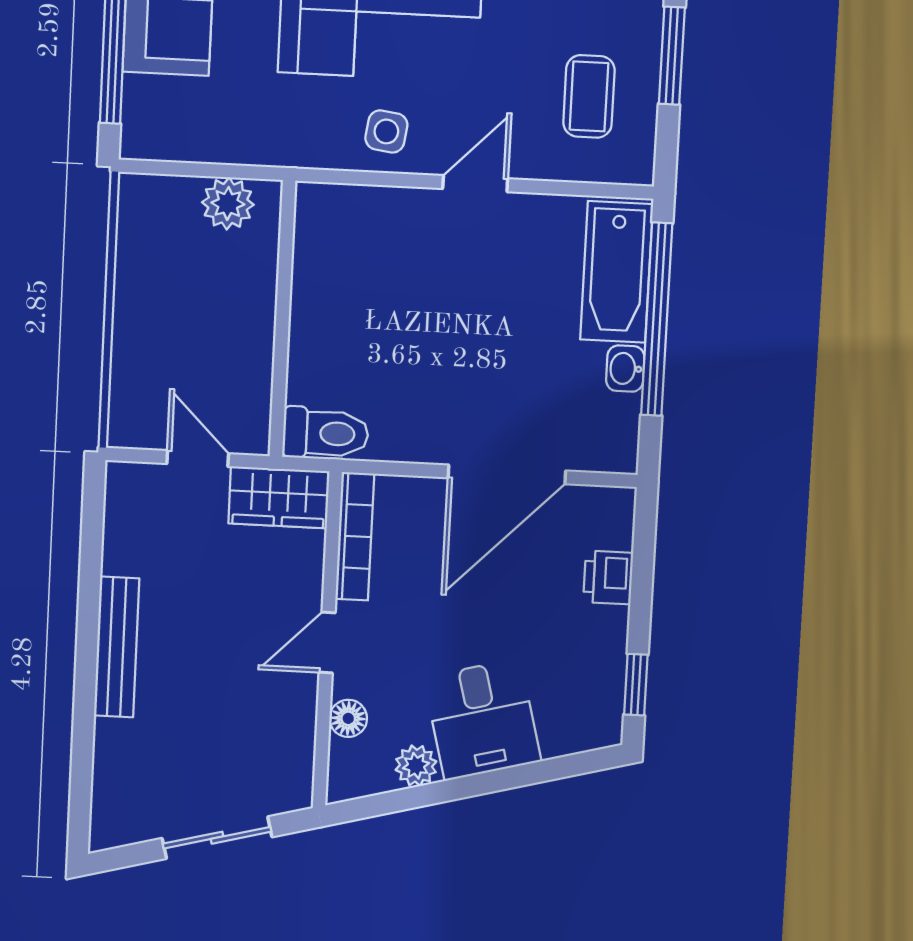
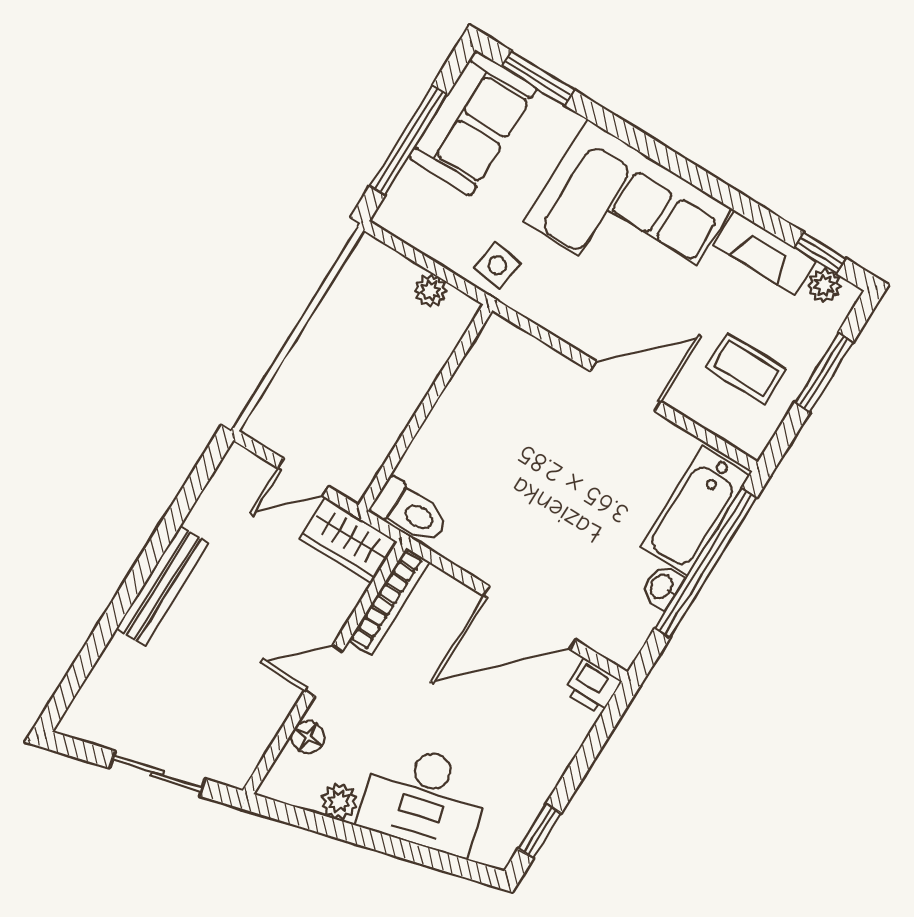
coffee table: (589, 96) -> (746, 368), turned 90
side table: (386, 131) -> (497, 265), moved
door: (475, 184) -> (626, 386), width x1.37
plant: (228, 204) -> (430, 291), width x0.73, depth x0.73
door: (198, 459) -> (303, 477), swing flipped
printer: (608, 577) -> (593, 687), moved, turned -90
desk: (482, 719) -> (424, 798), width x1.37

